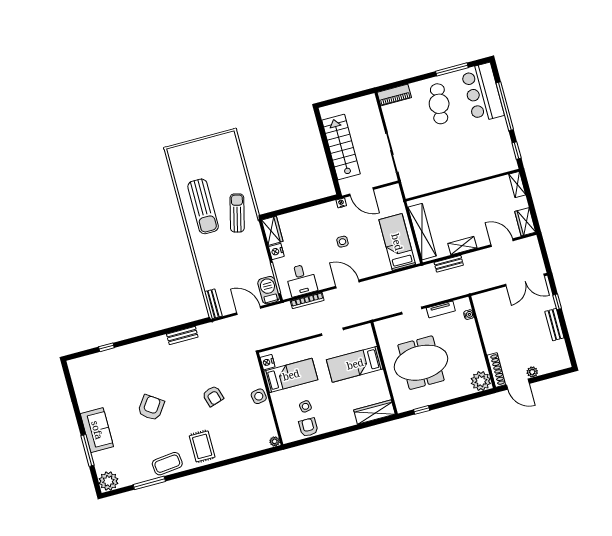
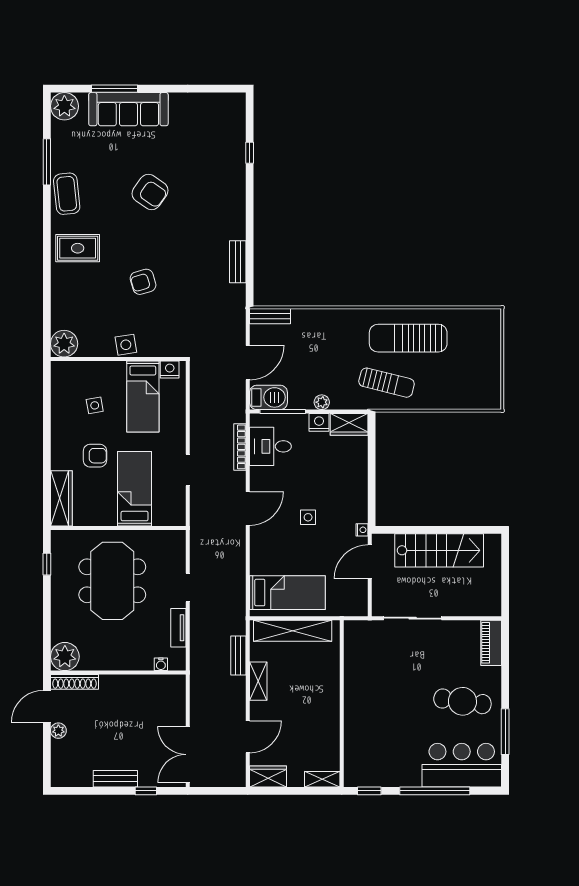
plant: (262, 253) -> (322, 402), added
armchair: (308, 427) -> (95, 456), moved
sofa: (97, 430) -> (128, 109), width x1.36
plant: (275, 441) -> (64, 344), width x1.88, depth x1.88

